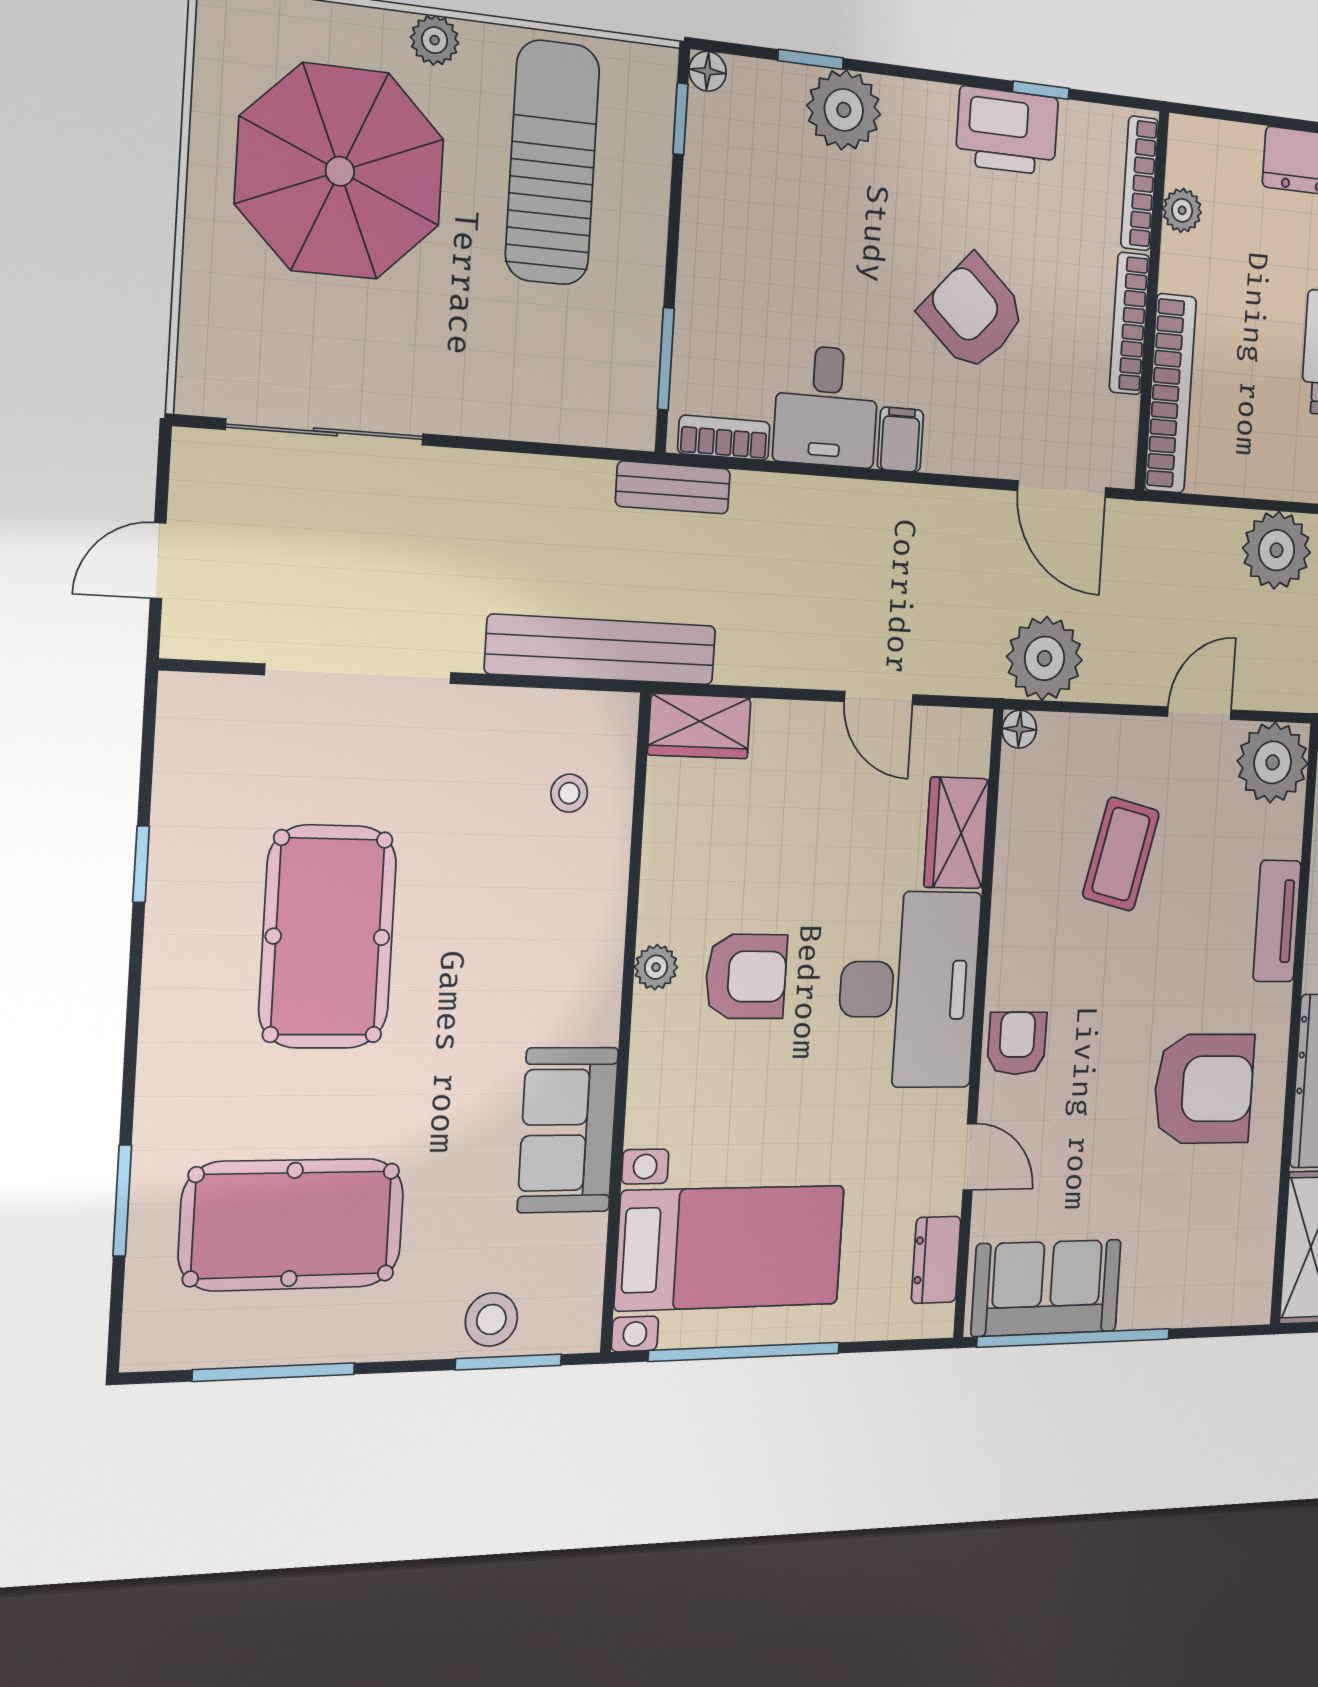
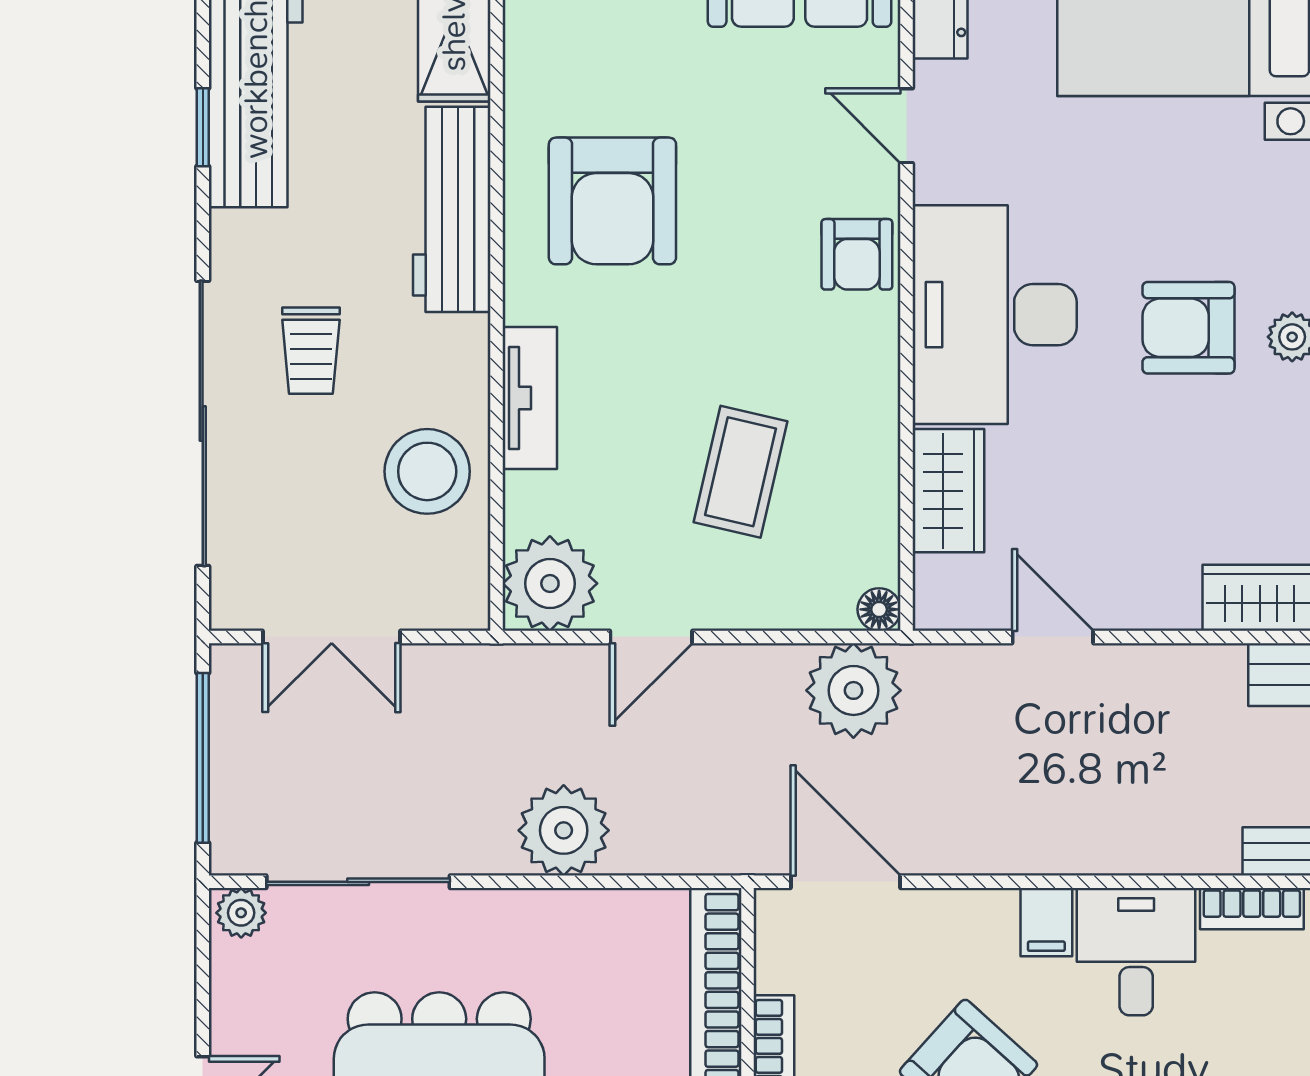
armchair: (1204, 1089) -> (612, 201), turned -90

